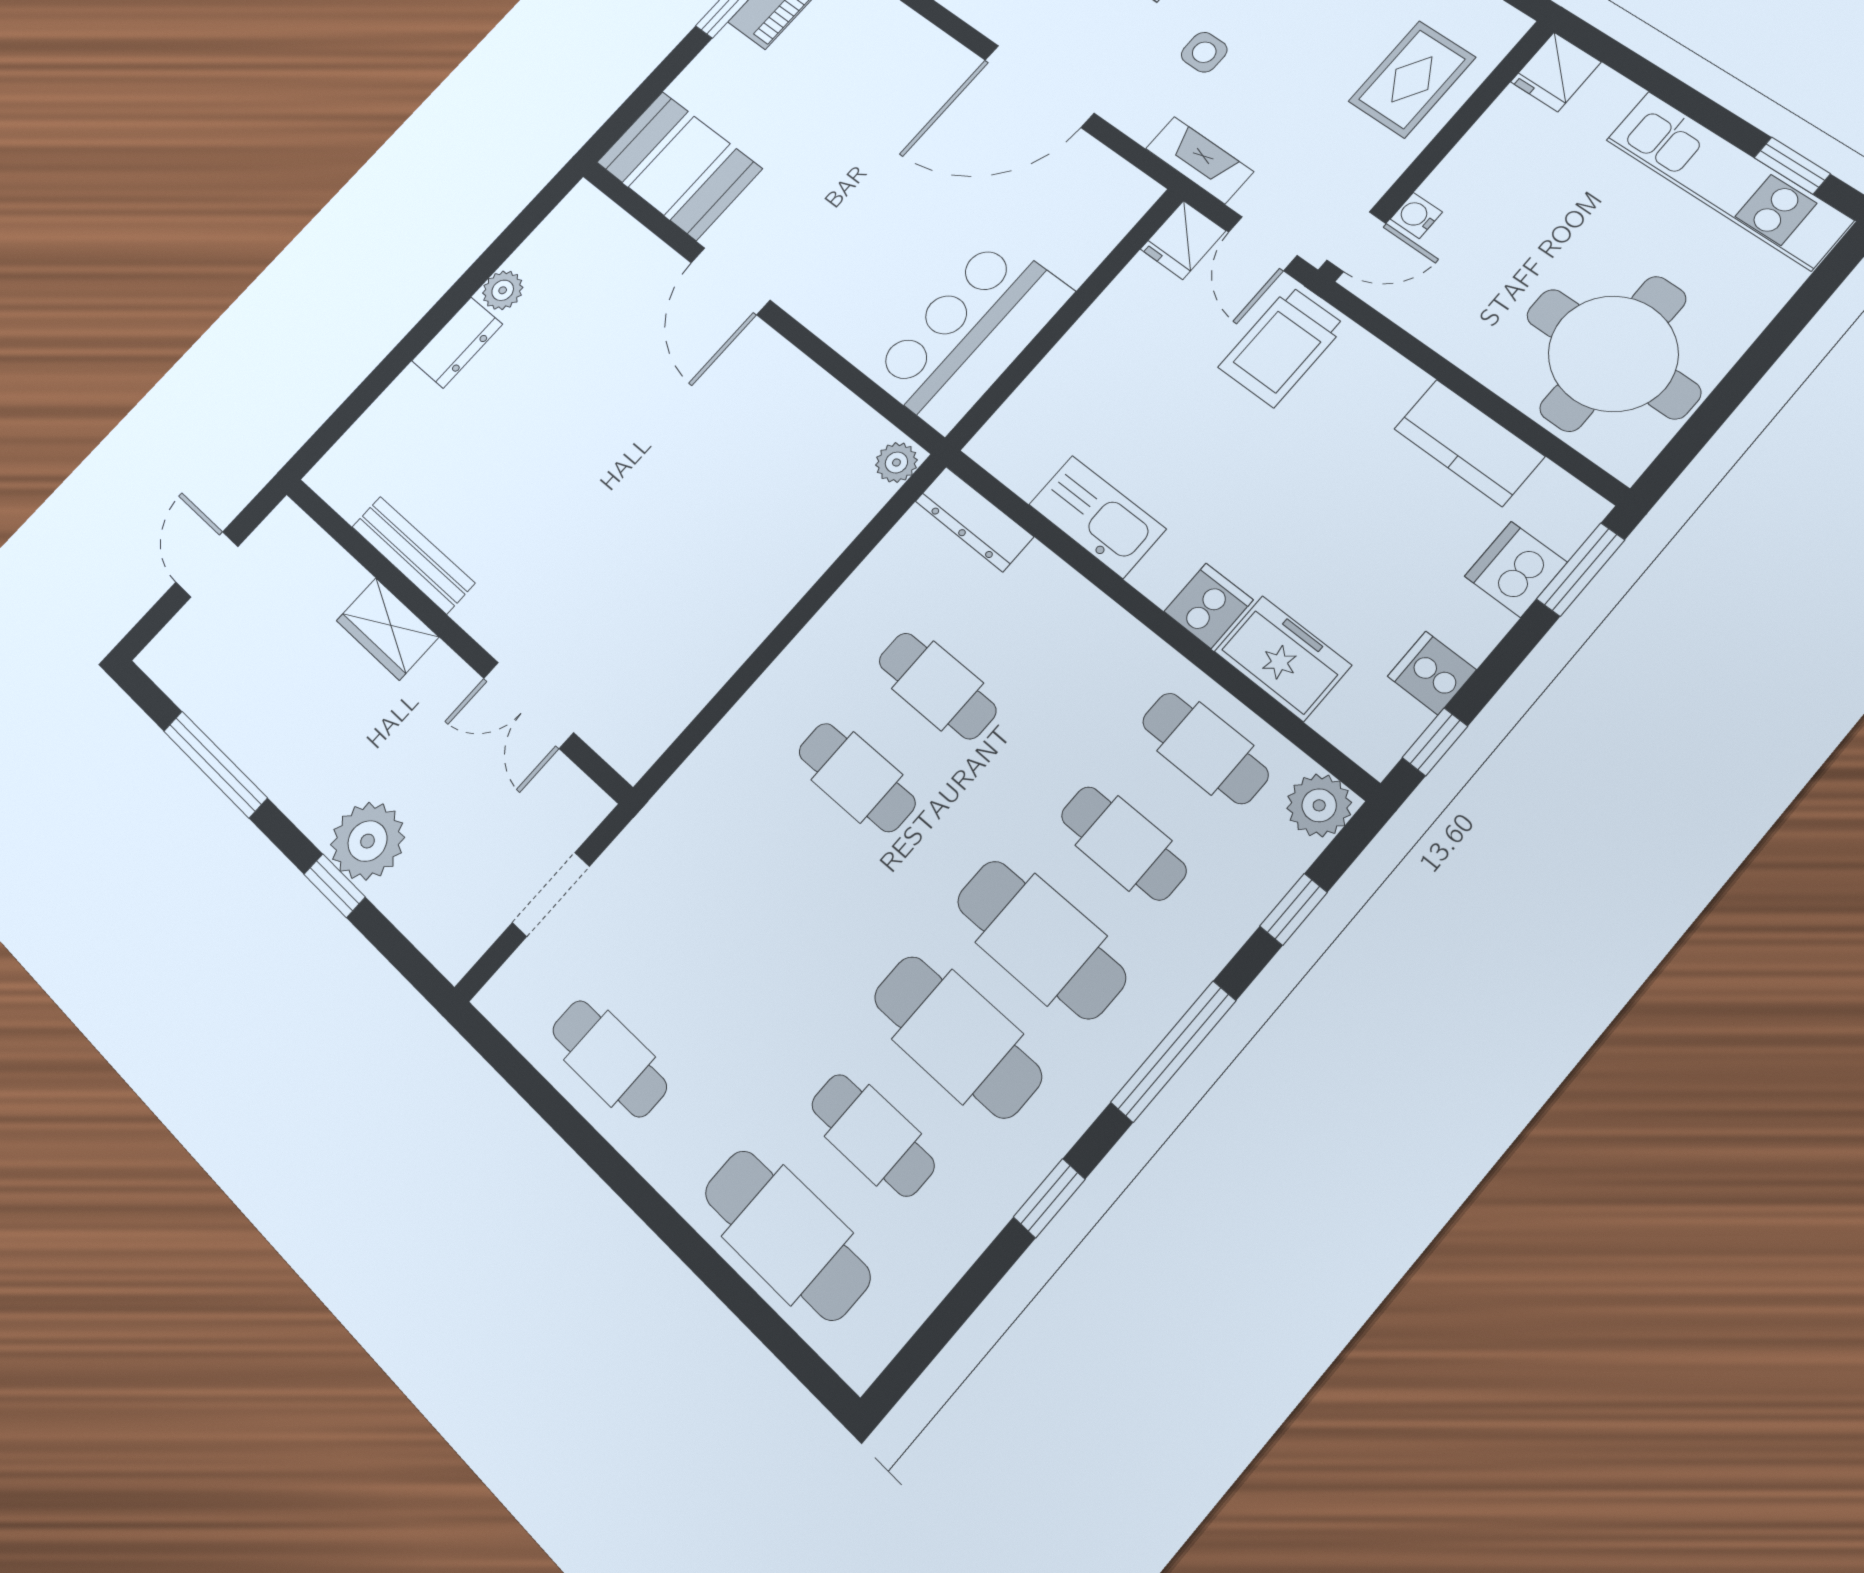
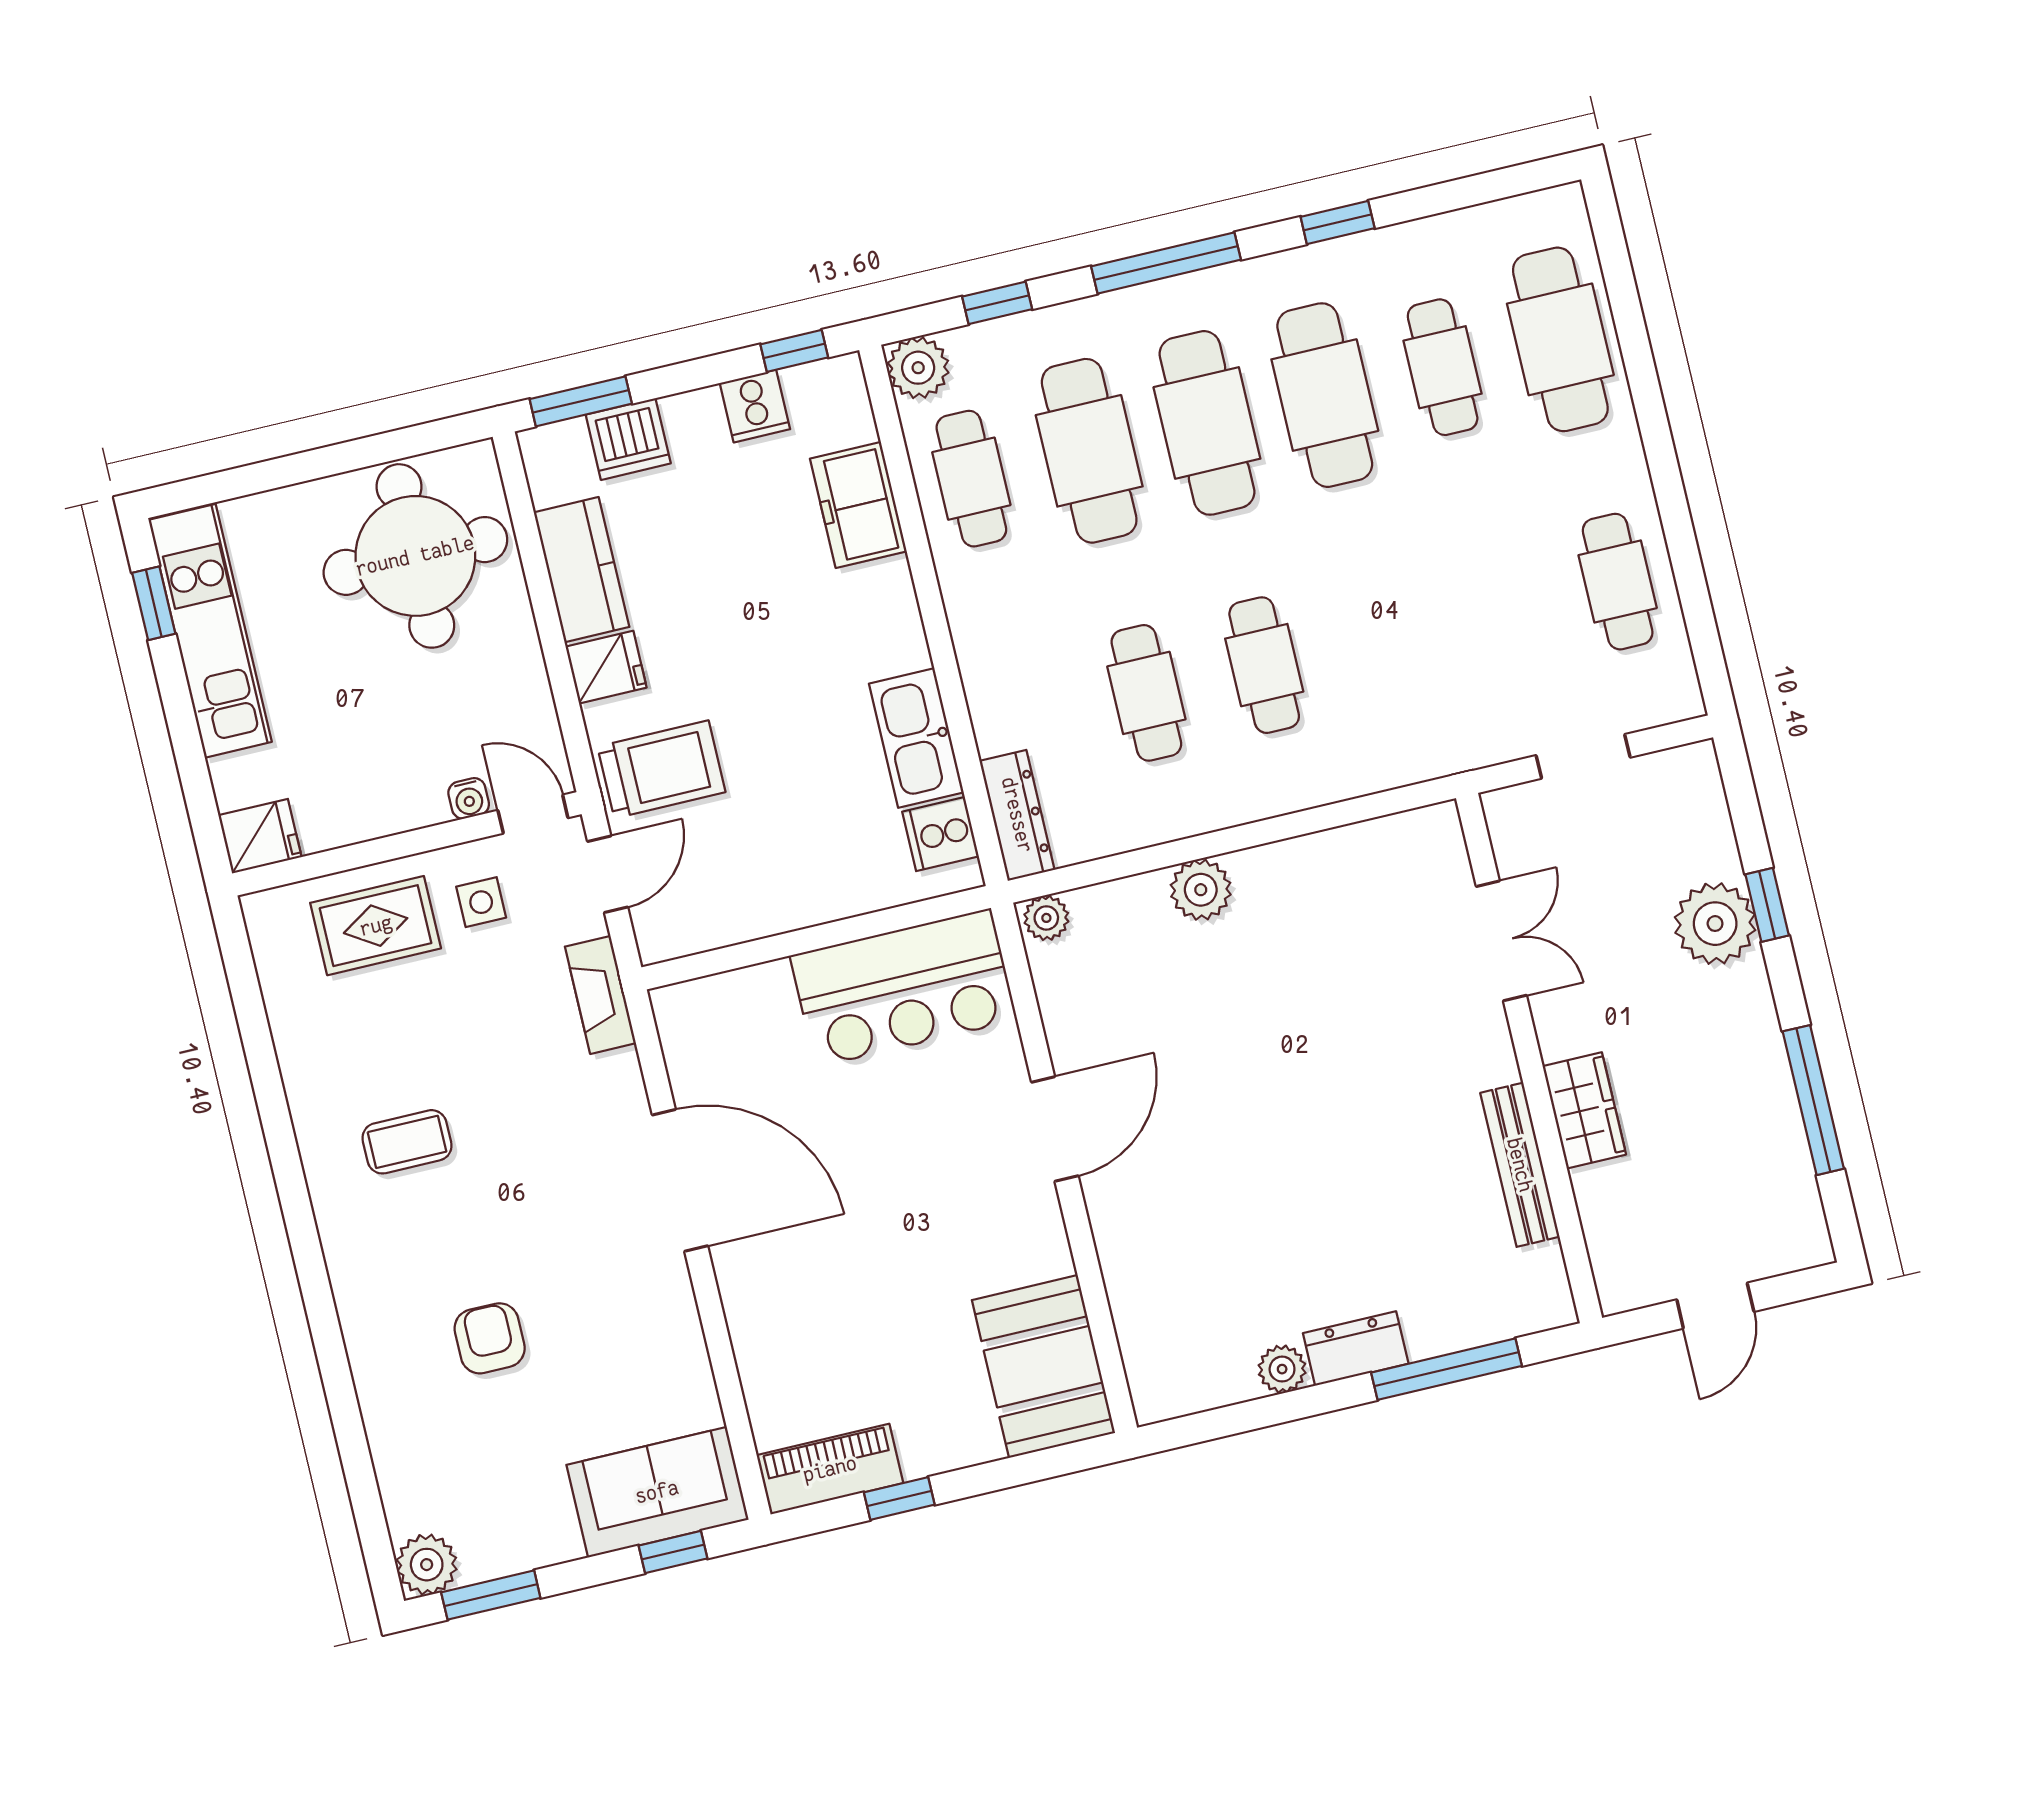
side table: (1204, 52) -> (481, 902), moved
fridge: (1183, 240) -> (606, 667), moved
door: (730, 281) -> (1055, 1129), moved
window: (381, 378) -> (1447, 1369), added
plant: (790, 571) -> (1201, 890), added
cooker: (1209, 606) -> (940, 834), moved
cafe table: (1124, 843) -> (1089, 451), width x1.37, depth x1.35

